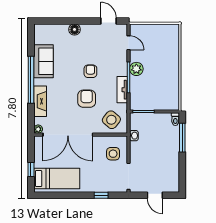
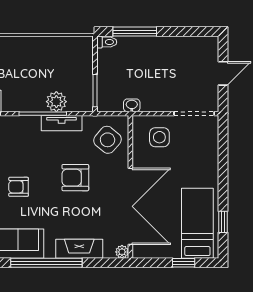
plant: (136, 69) -> (56, 102), moved
armchair: (90, 71) -> (19, 187), moved
window: (101, 195) -> (223, 222), moved

